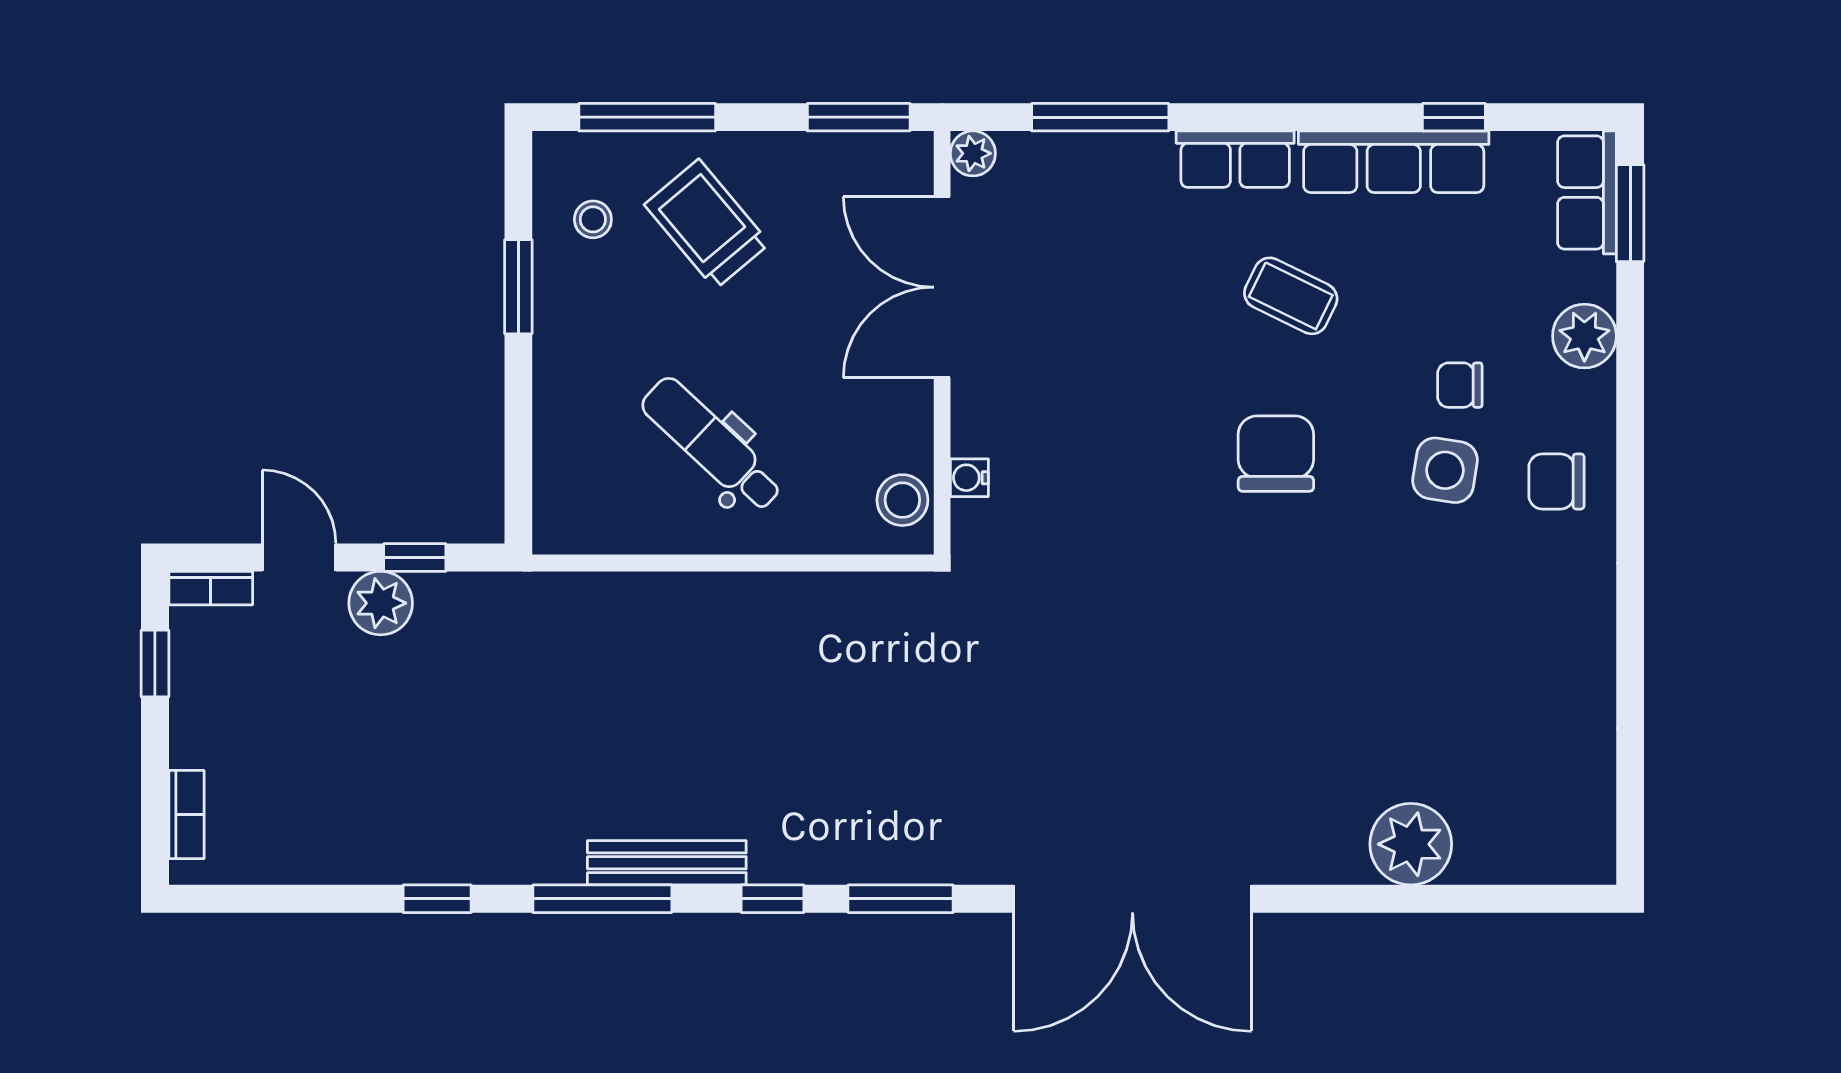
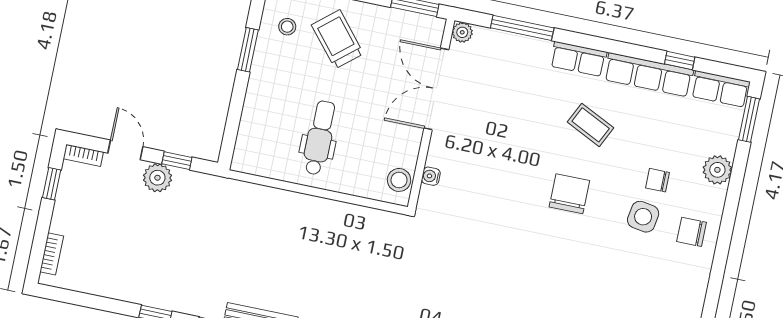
row of seats: (1587, 192) -> (720, 89), moved, turned -90
dental chair: (712, 445) -> (319, 138), turned 47

